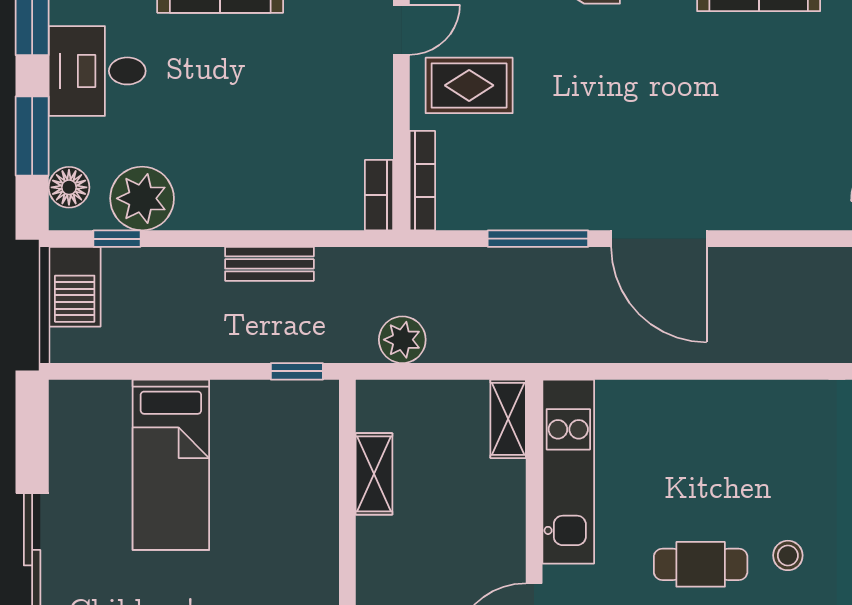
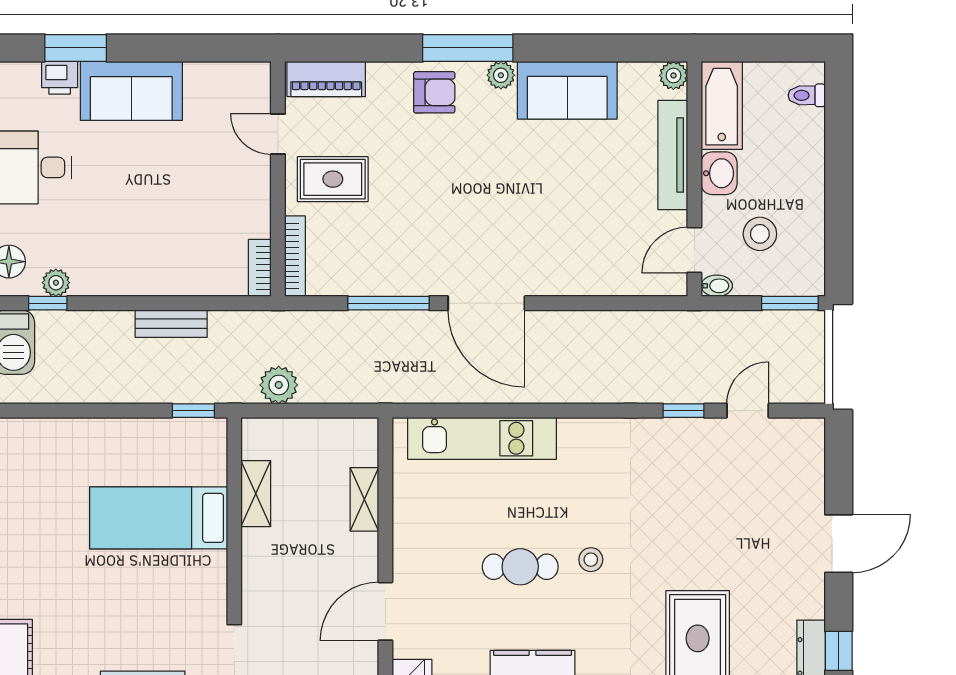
door: (401, 30) -> (278, 134), swing flipped
plant: (142, 198) -> (56, 283), width x0.53, depth x0.53
shelving: (508, 419) -> (364, 499), moved
bed: (171, 465) -> (159, 518), moved, turned 90
kitchen unit: (568, 472) -> (482, 438), moved, turned 90

